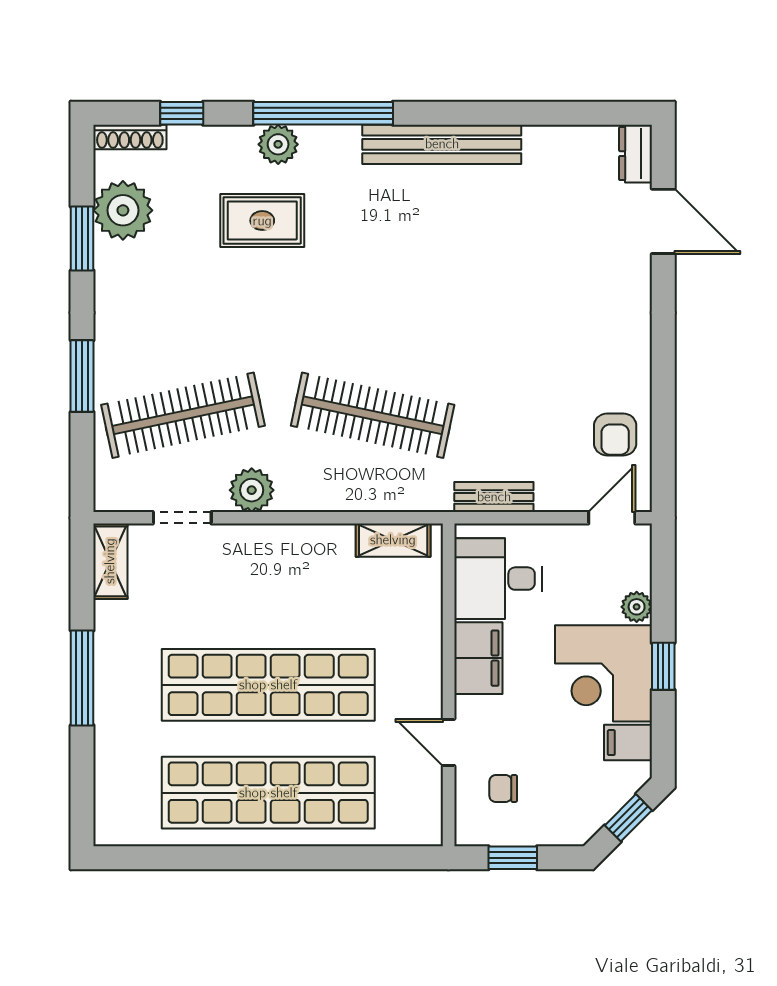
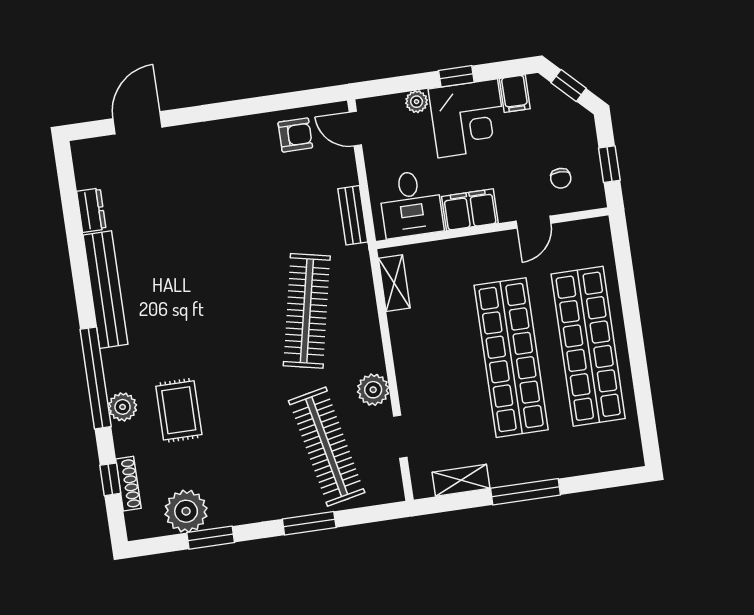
shoe rack: (130, 137) -> (128, 484), moved
dresser: (636, 154) -> (91, 210), moved, turned -90
shelving: (110, 561) -> (461, 480), moved

